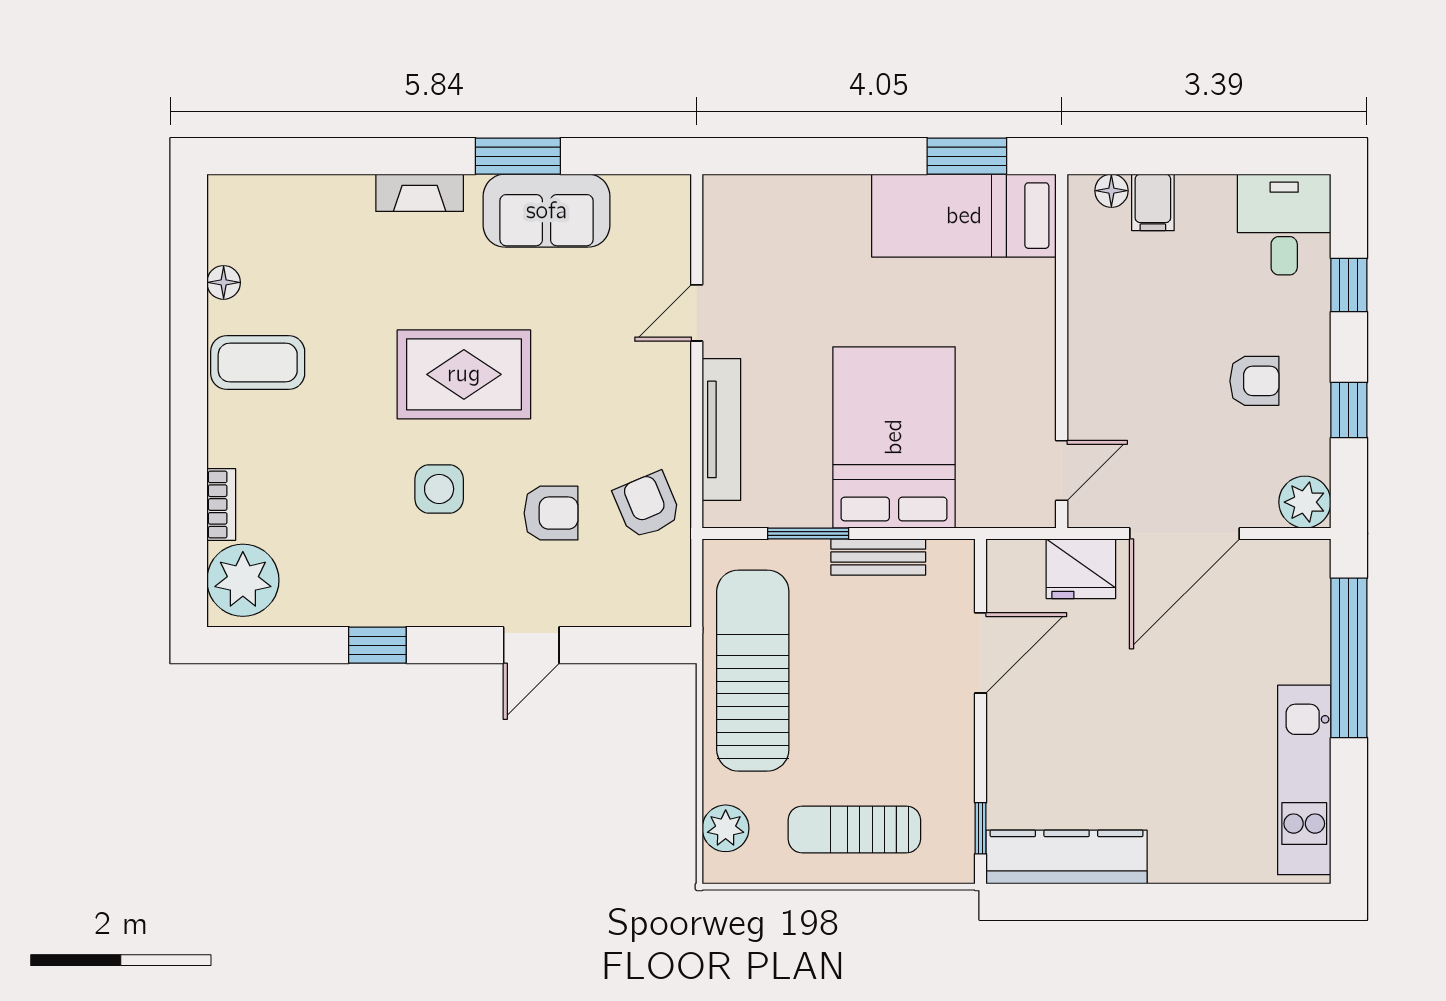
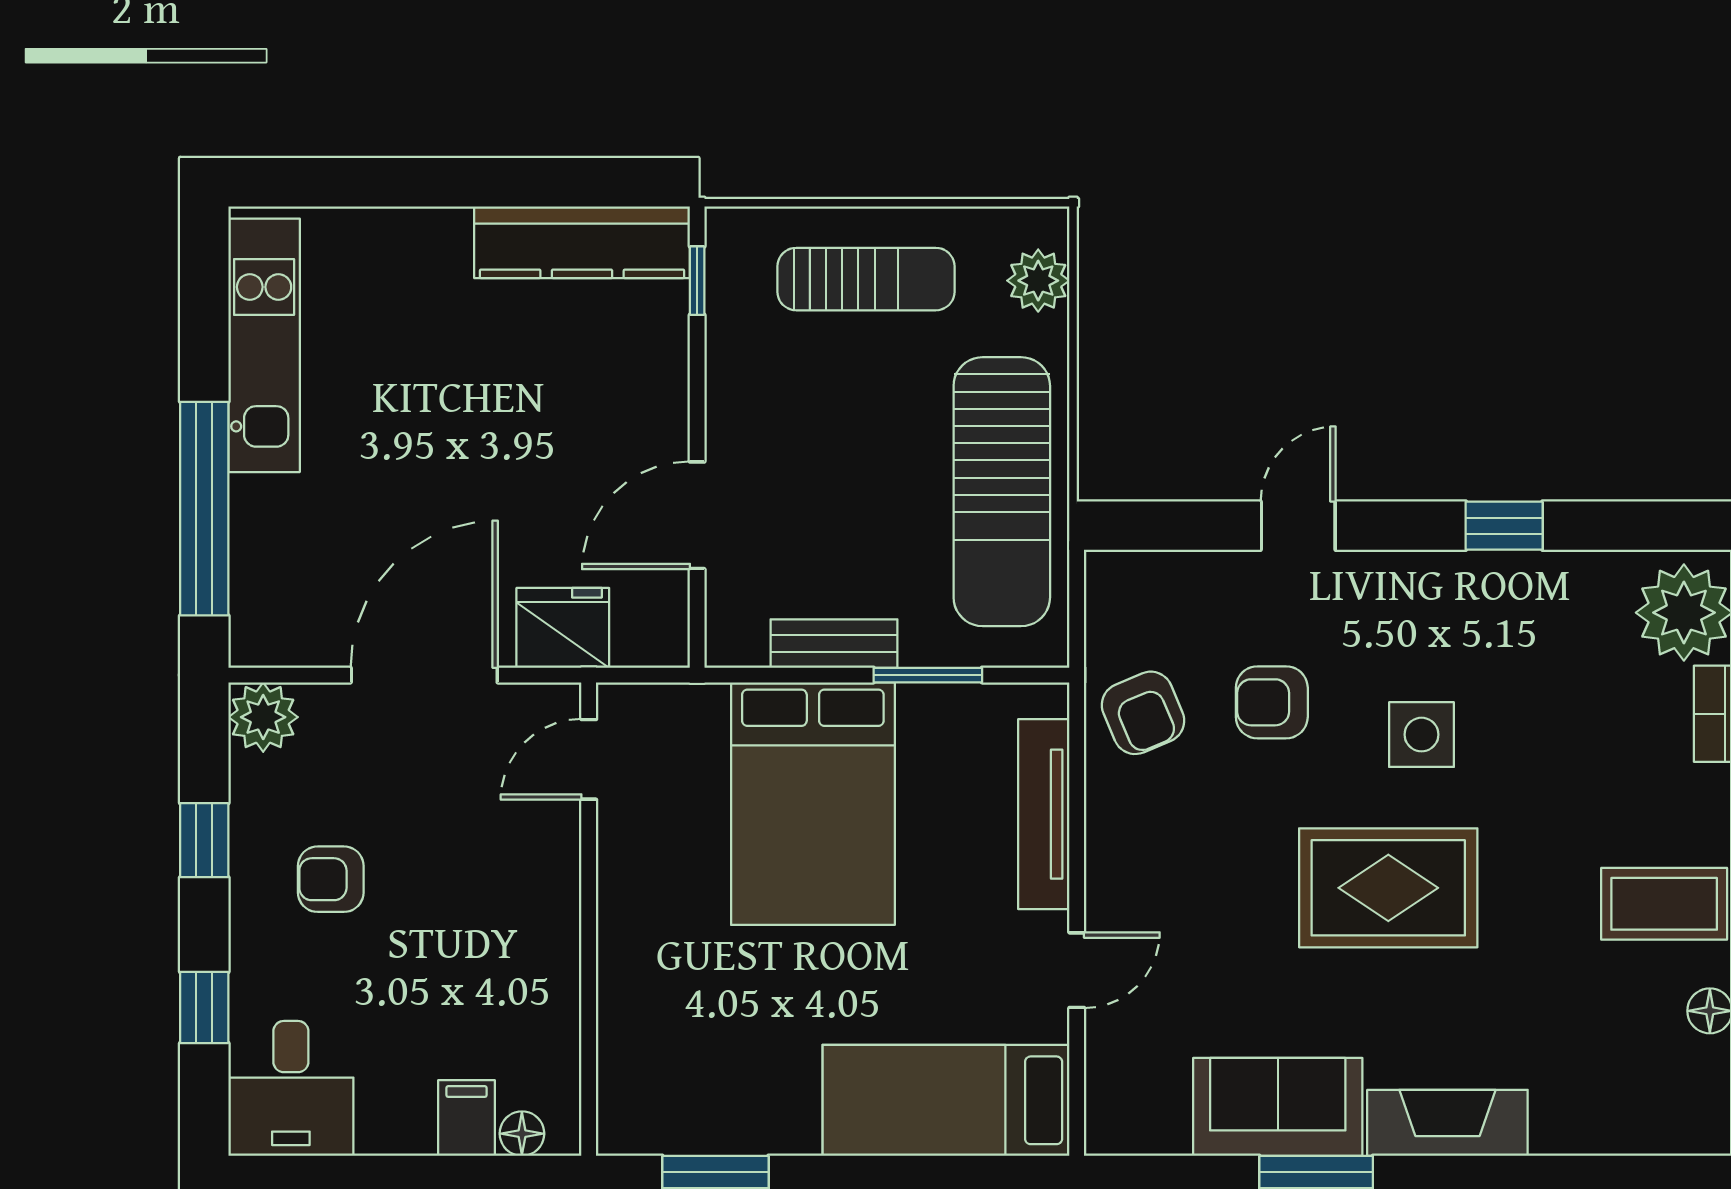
fireplace: (420, 193) -> (1447, 1123), width x1.37, depth x1.32
bed: (964, 216) -> (946, 1100), moved, turned 180

